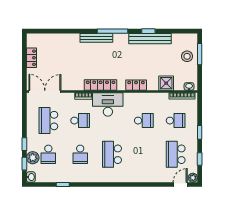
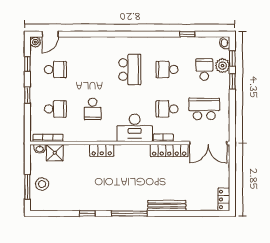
bench: (96, 38) -> (167, 206), moved
bench: (150, 39) -> (85, 205), removed
locker: (31, 58) -> (224, 199), moved
shower: (166, 83) -> (55, 153), moved
locker: (101, 85) -> (169, 150), moved
school desk: (48, 121) -> (204, 109), turned -90
school desk: (144, 121) -> (93, 109), turned -90
school desk: (176, 121) -> (55, 109), turned 180
school desk: (80, 154) -> (167, 70), turned -90
school desk: (176, 154) -> (55, 70), width x0.54

